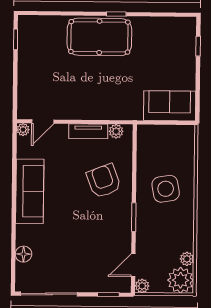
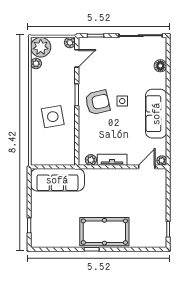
sofa: (170, 106) -> (57, 180), width x1.36
armchair: (104, 181) -> (98, 102), moved, turned -82
side table: (74, 208) -> (122, 101), added

